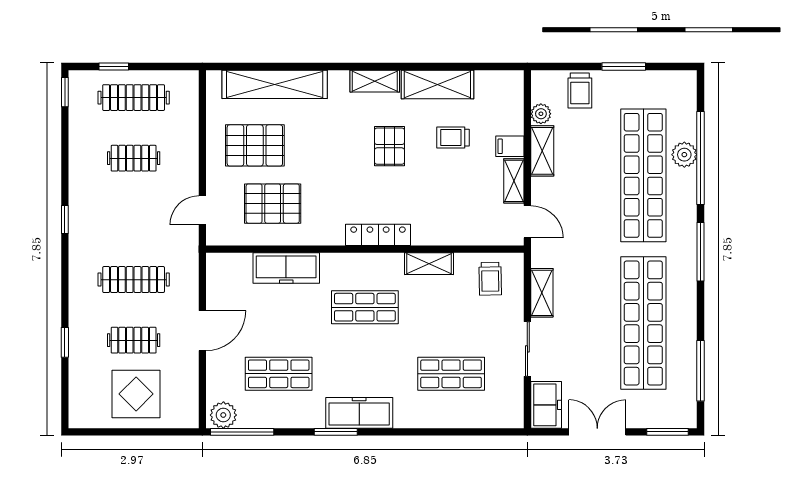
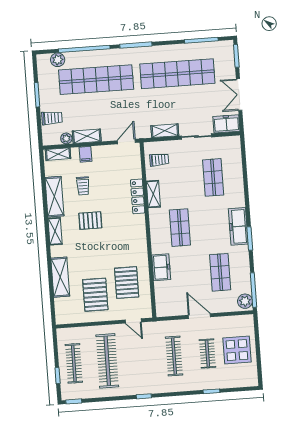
shelving: (275, 84) -> (60, 277), width x0.68
plant: (684, 155) -> (58, 60), moved
clothes rail: (134, 158) -> (107, 361), width x1.86, depth x1.31
shelving: (514, 181) -> (58, 154), moved
locker: (378, 235) -> (138, 196), moved
freezer: (286, 268) -> (161, 267), width x0.71

